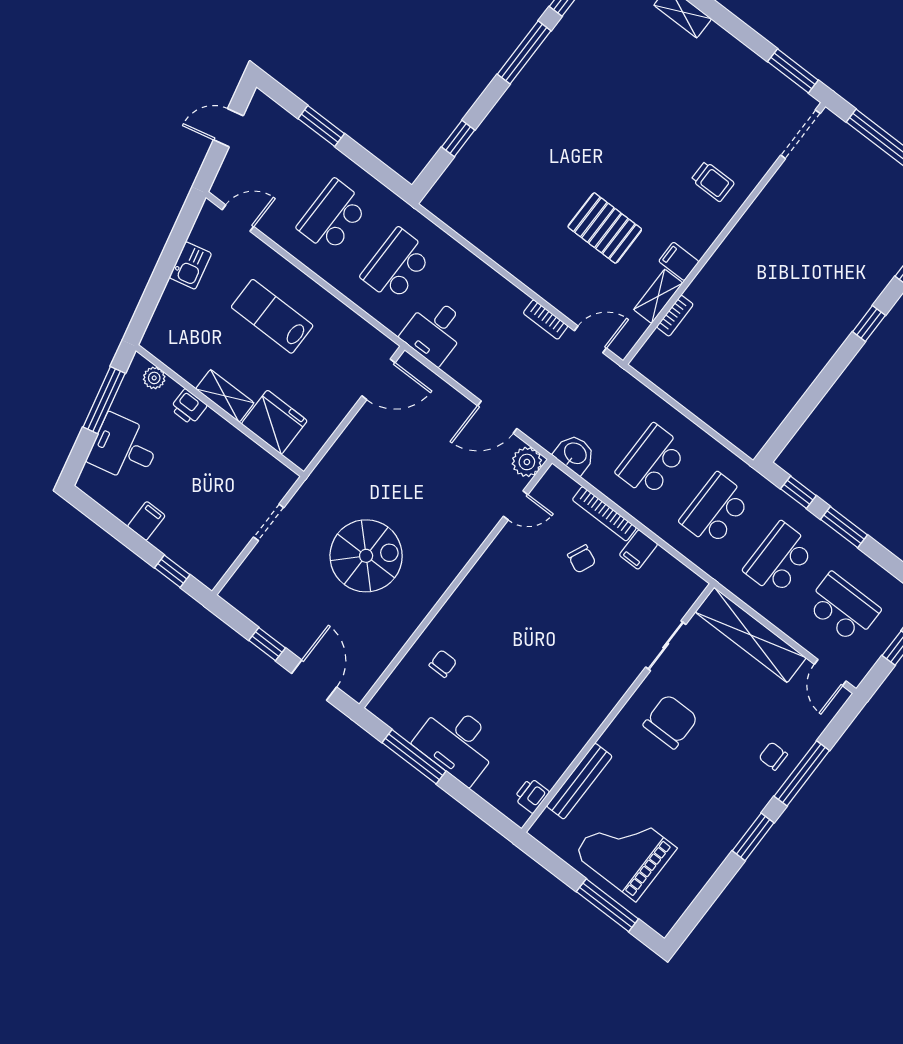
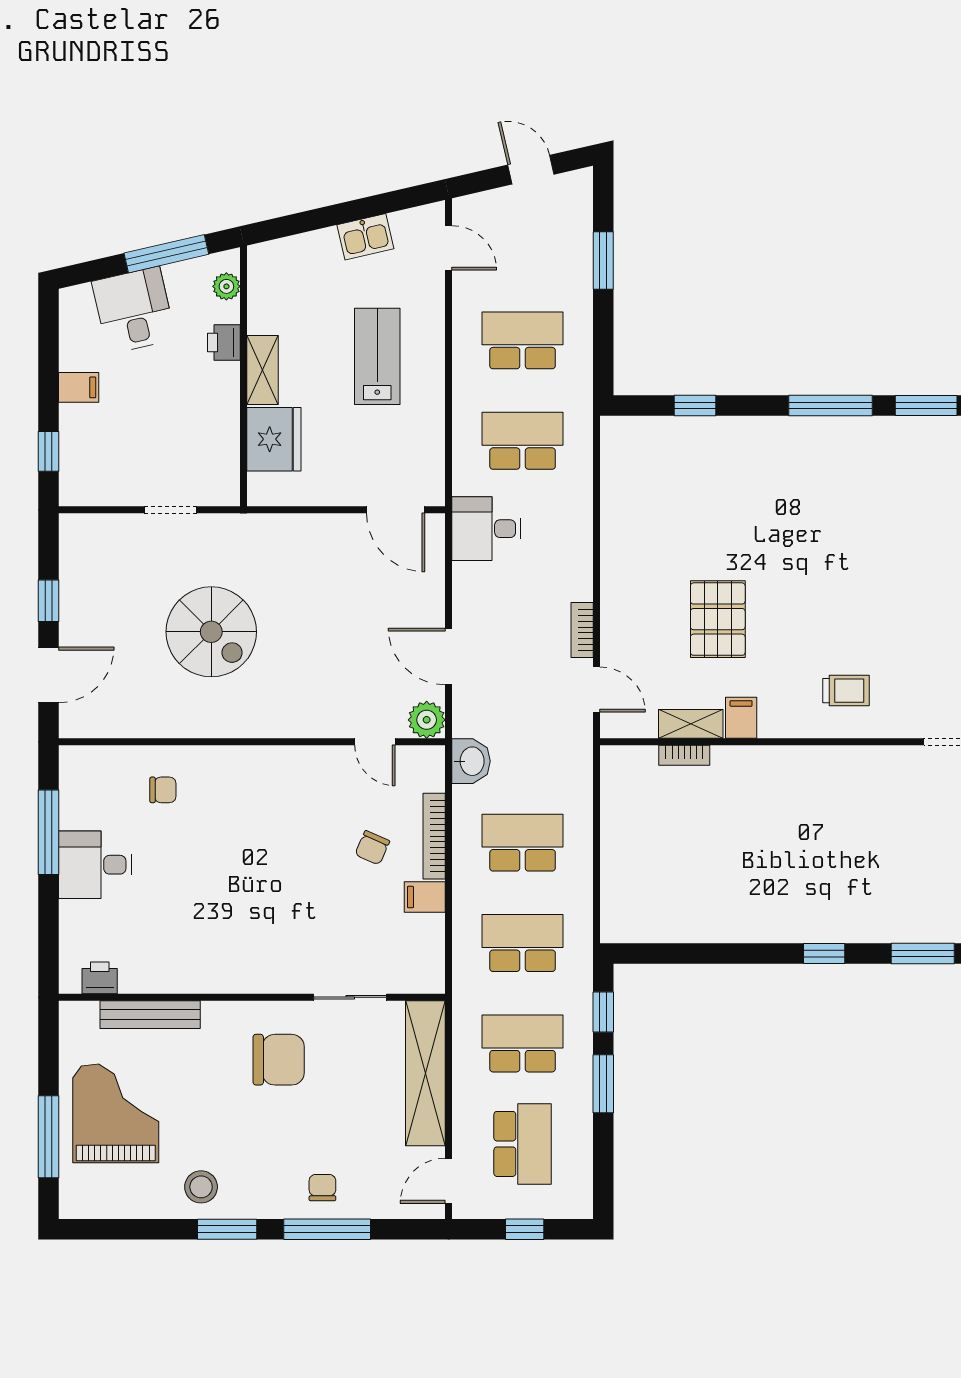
trolley: (713, 181) -> (846, 691), turned -90
desk: (457, 743) -> (95, 865), width x0.73
stool: (714, 833) -> (201, 1187), added

